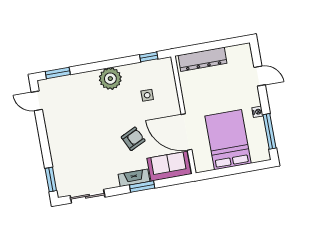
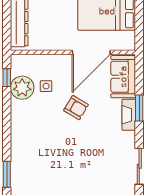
plant: (110, 79) -> (22, 88), moved
armchair: (133, 139) -> (76, 108), moved, turned 147

